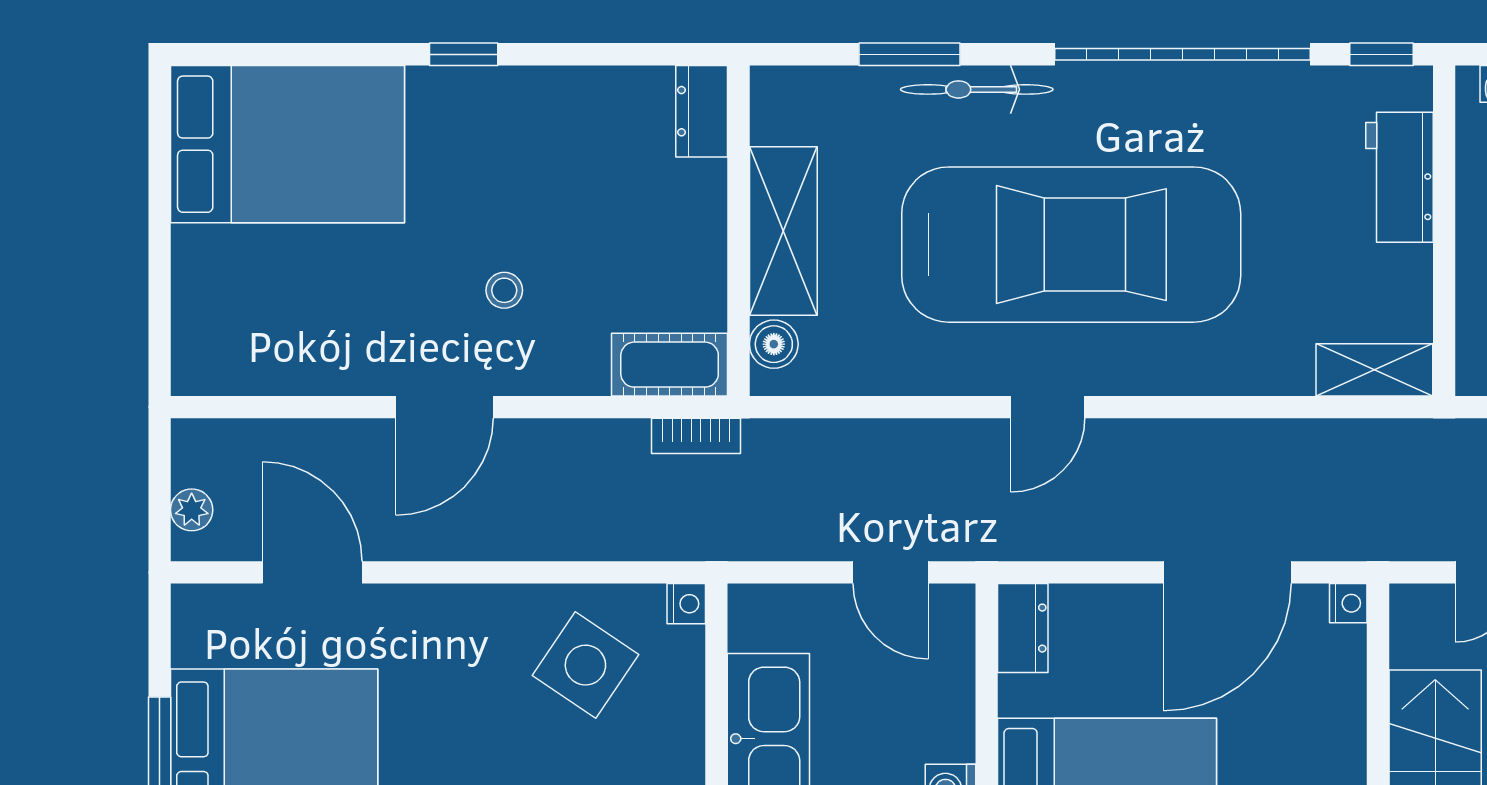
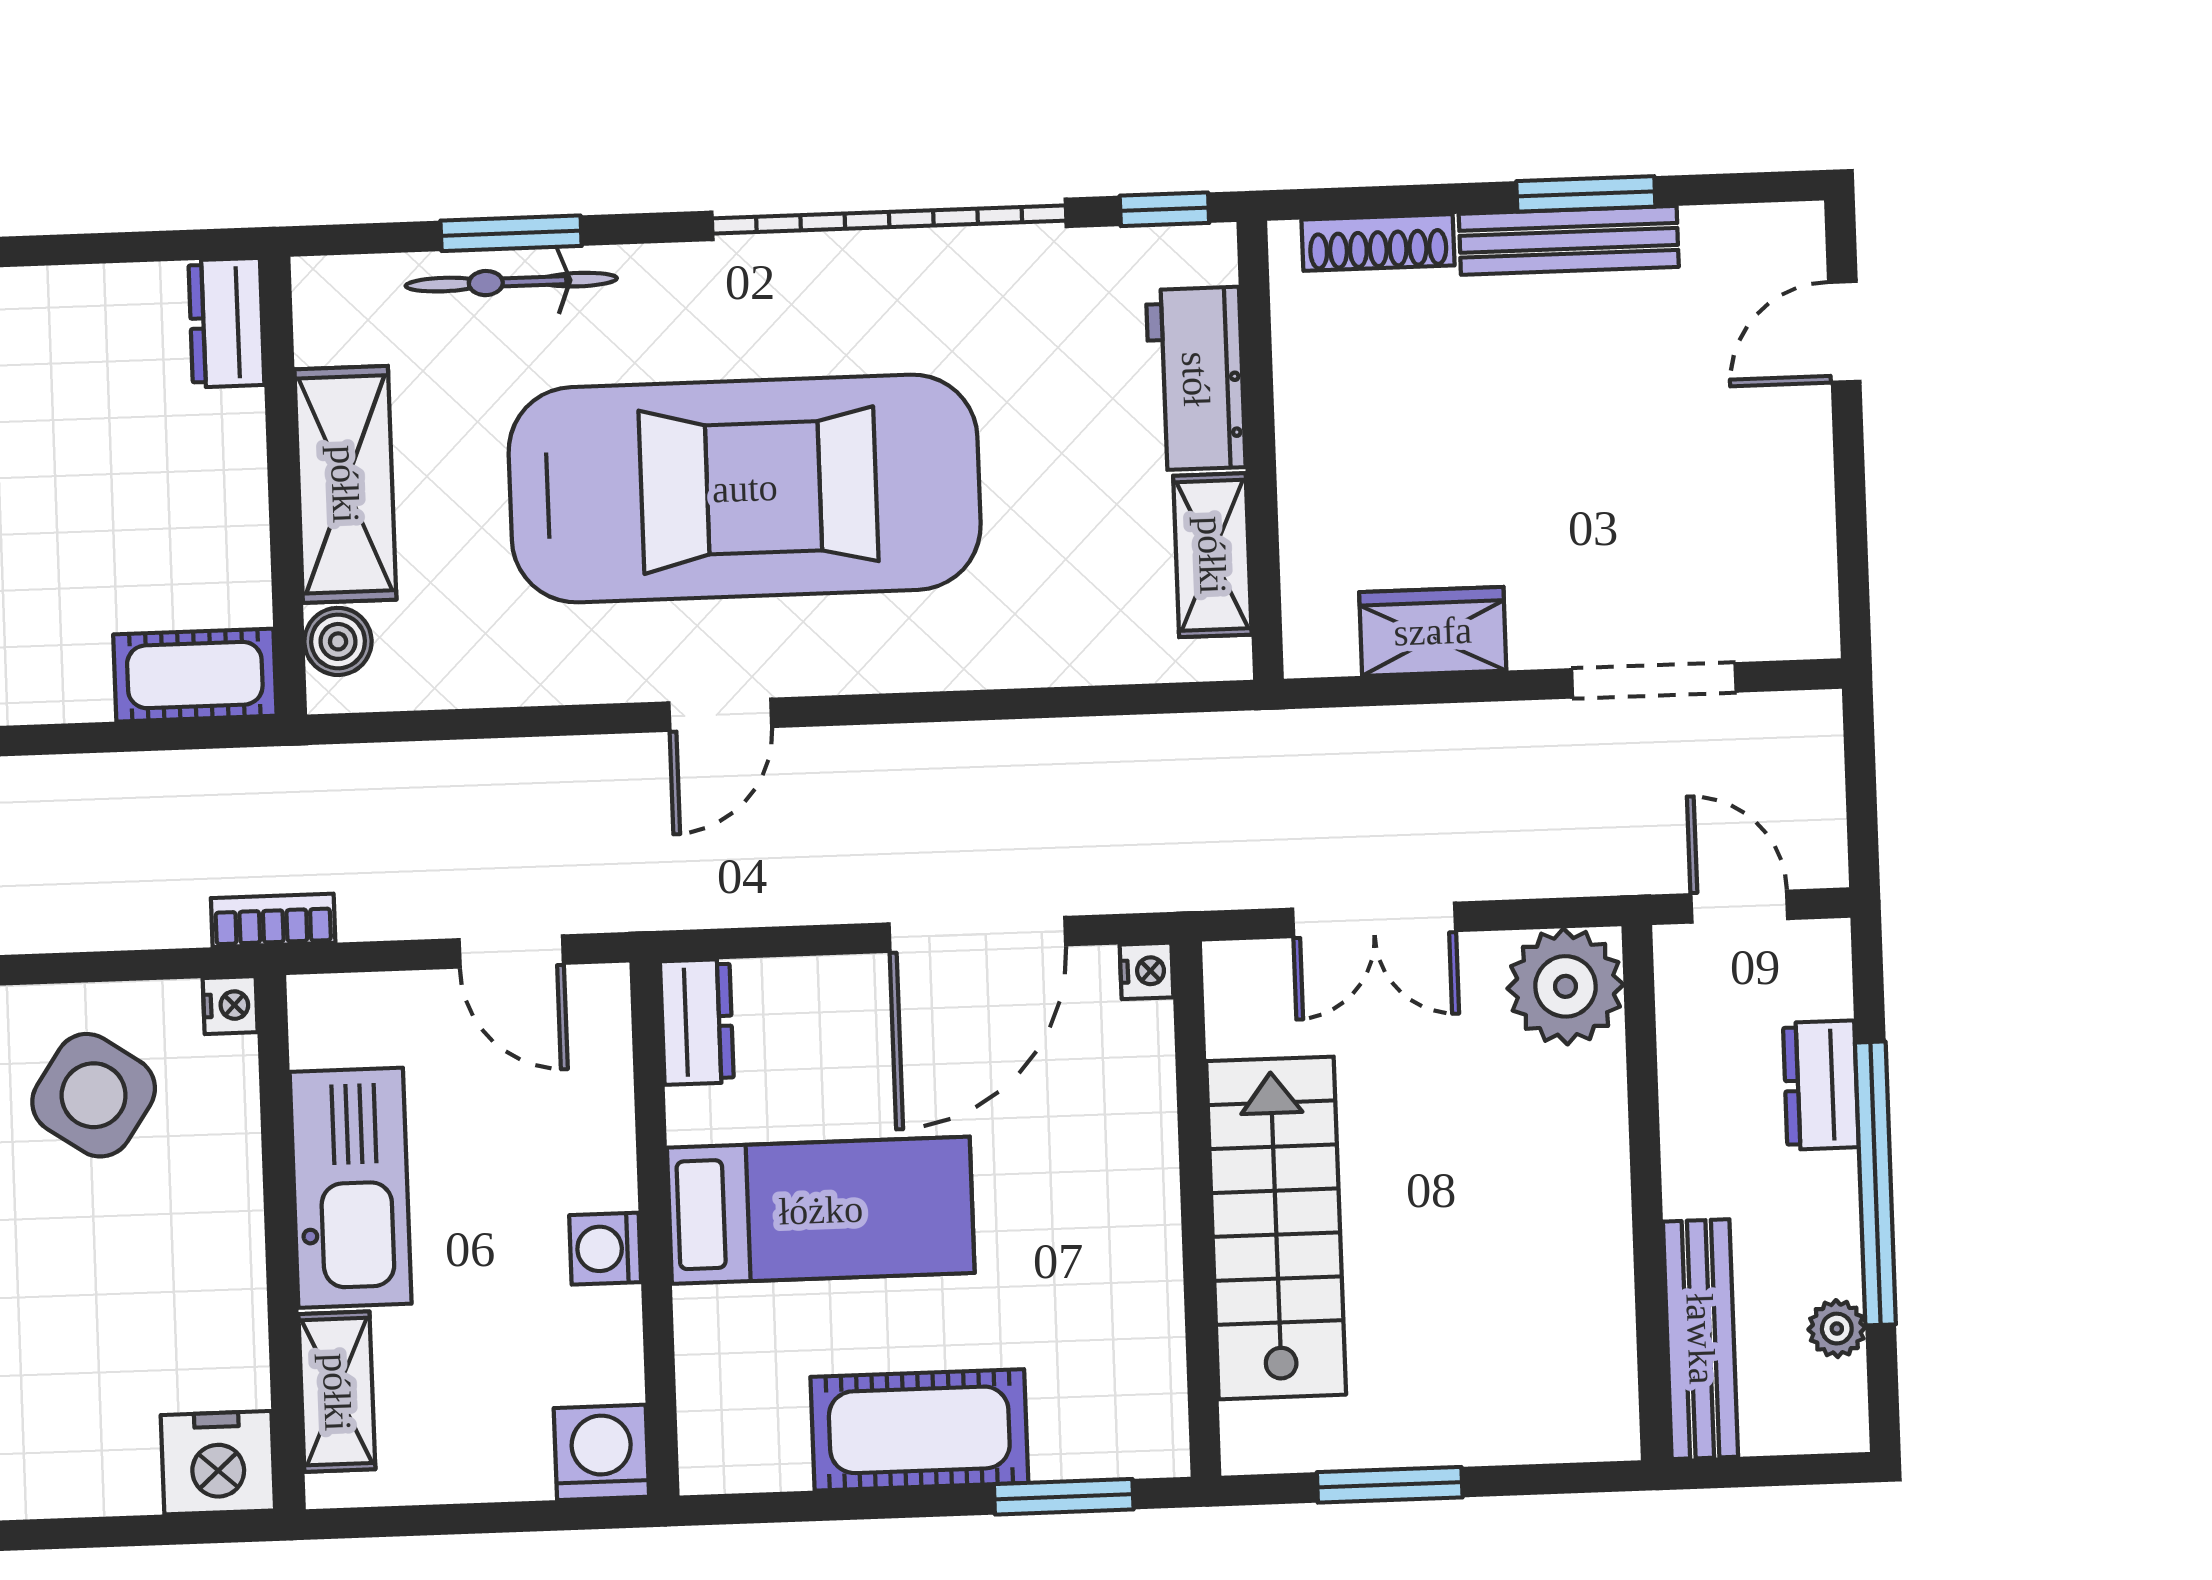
bicycle: (977, 89) -> (511, 282), moved
shelving: (1374, 370) -> (1212, 555), moved, turned 90
bookcase: (696, 436) -> (273, 920), moved, turned 180

